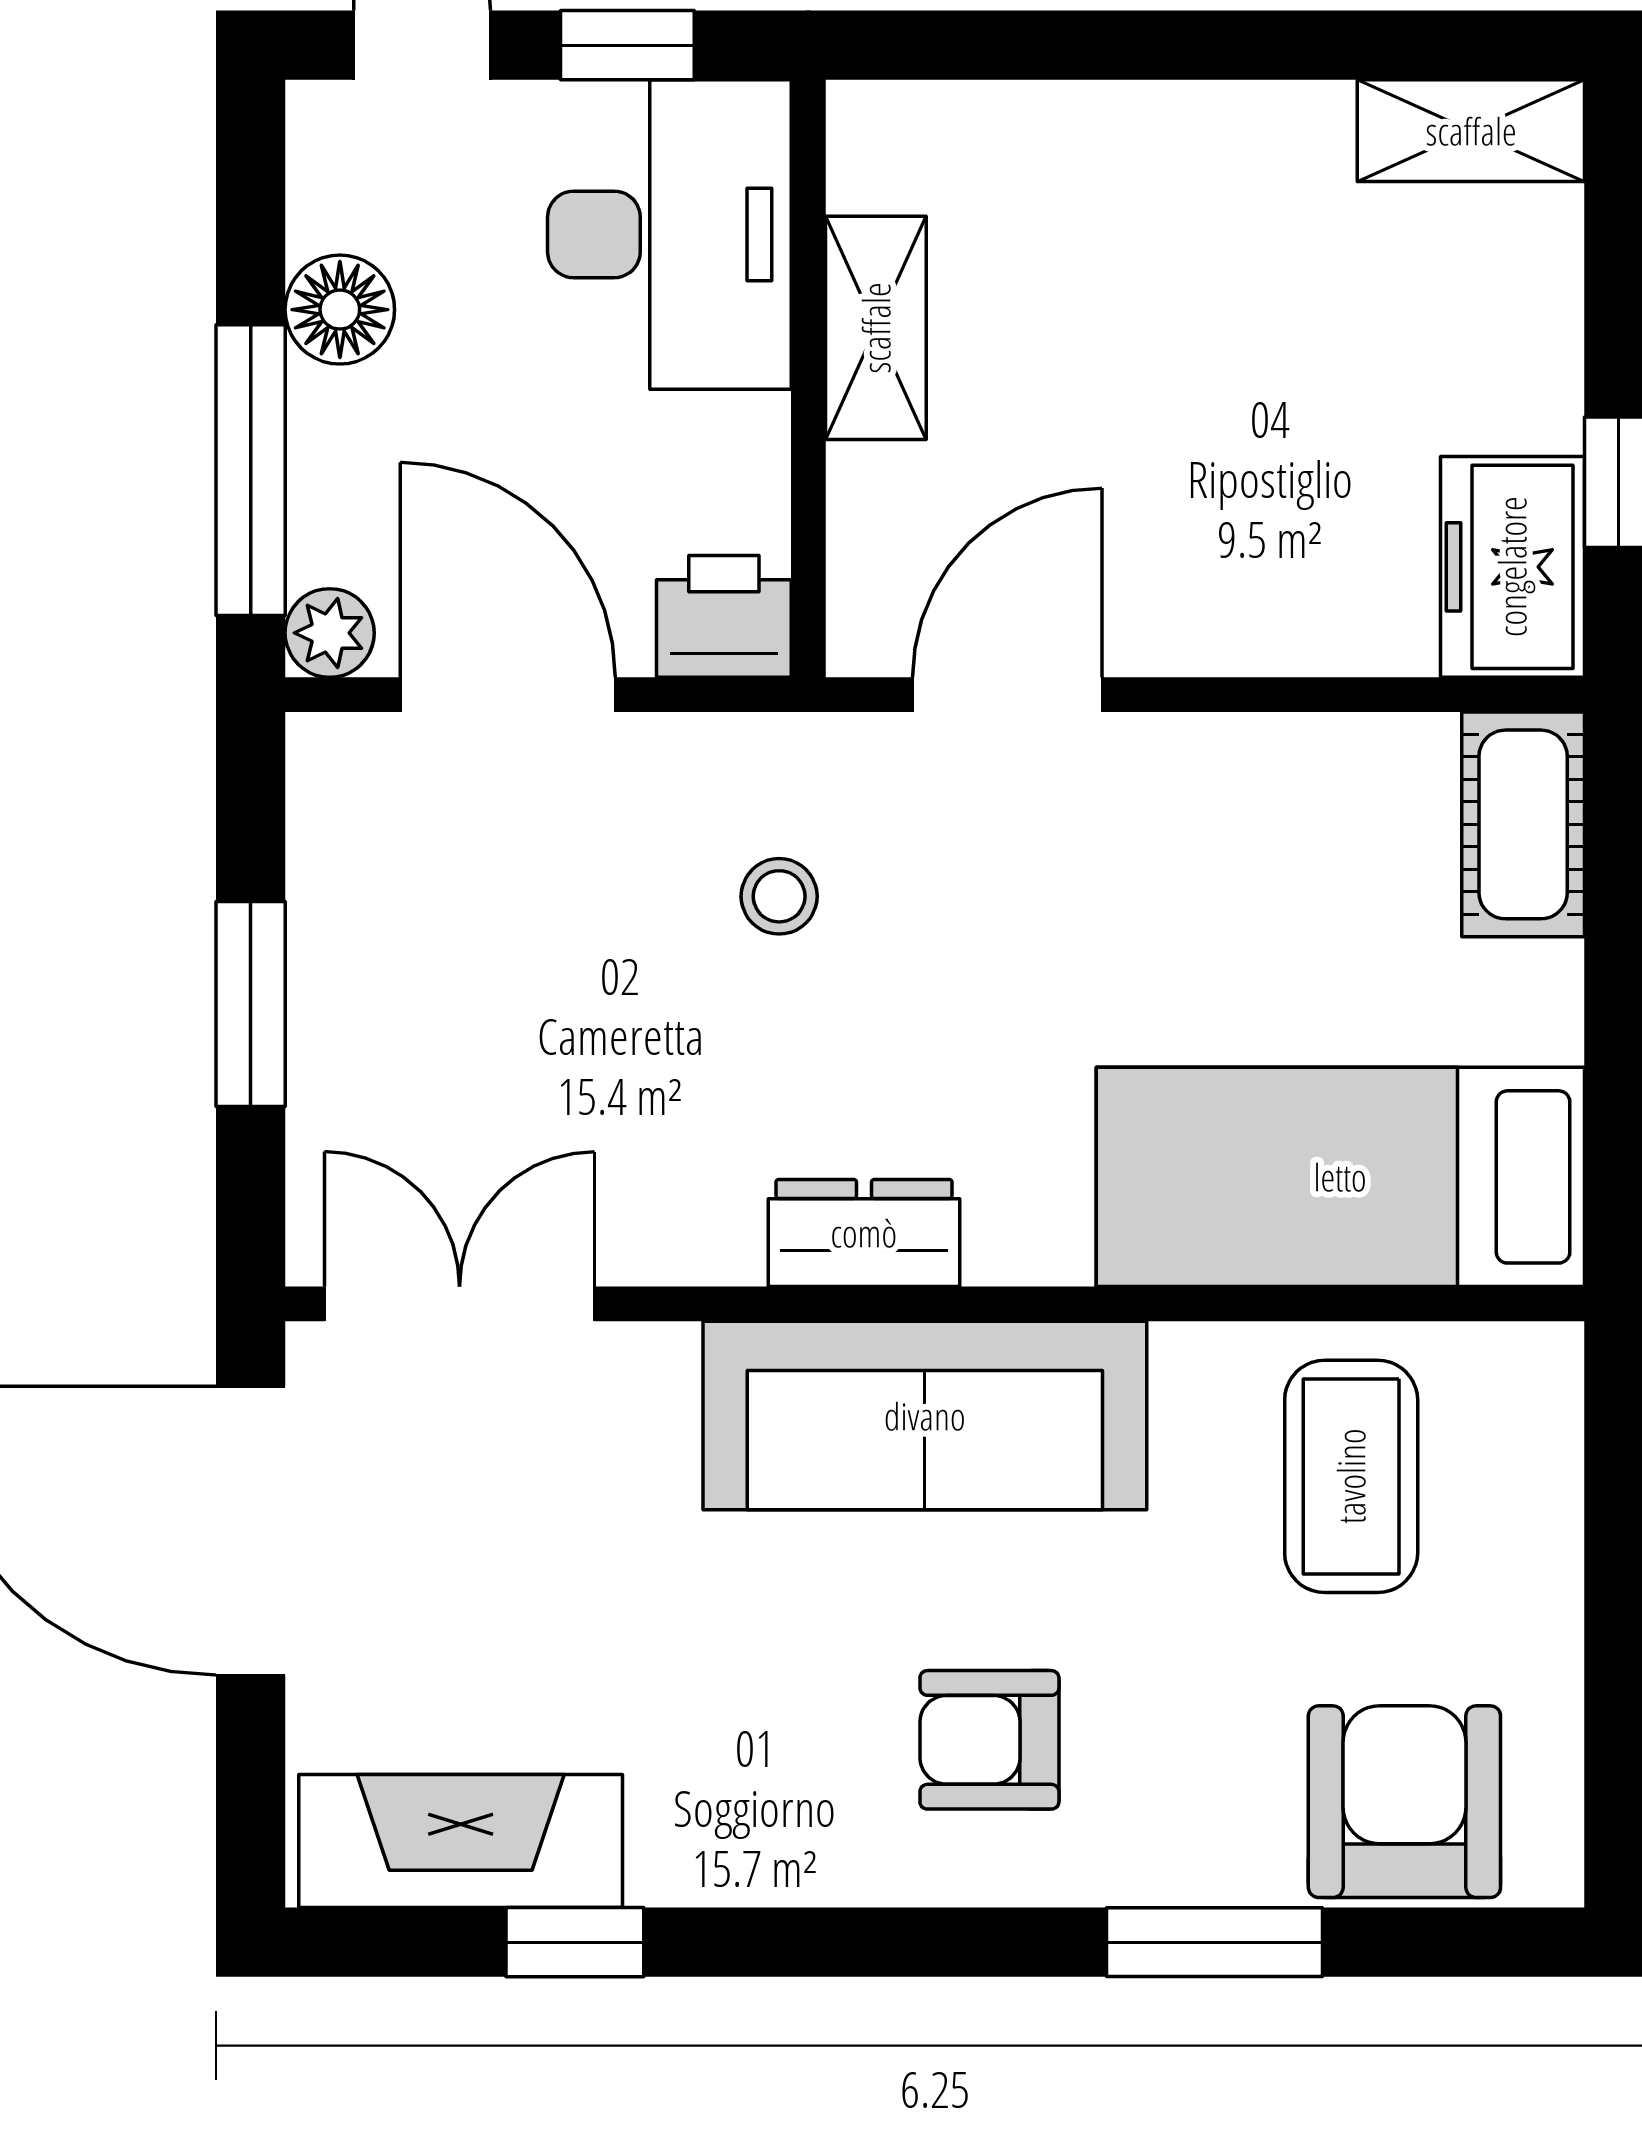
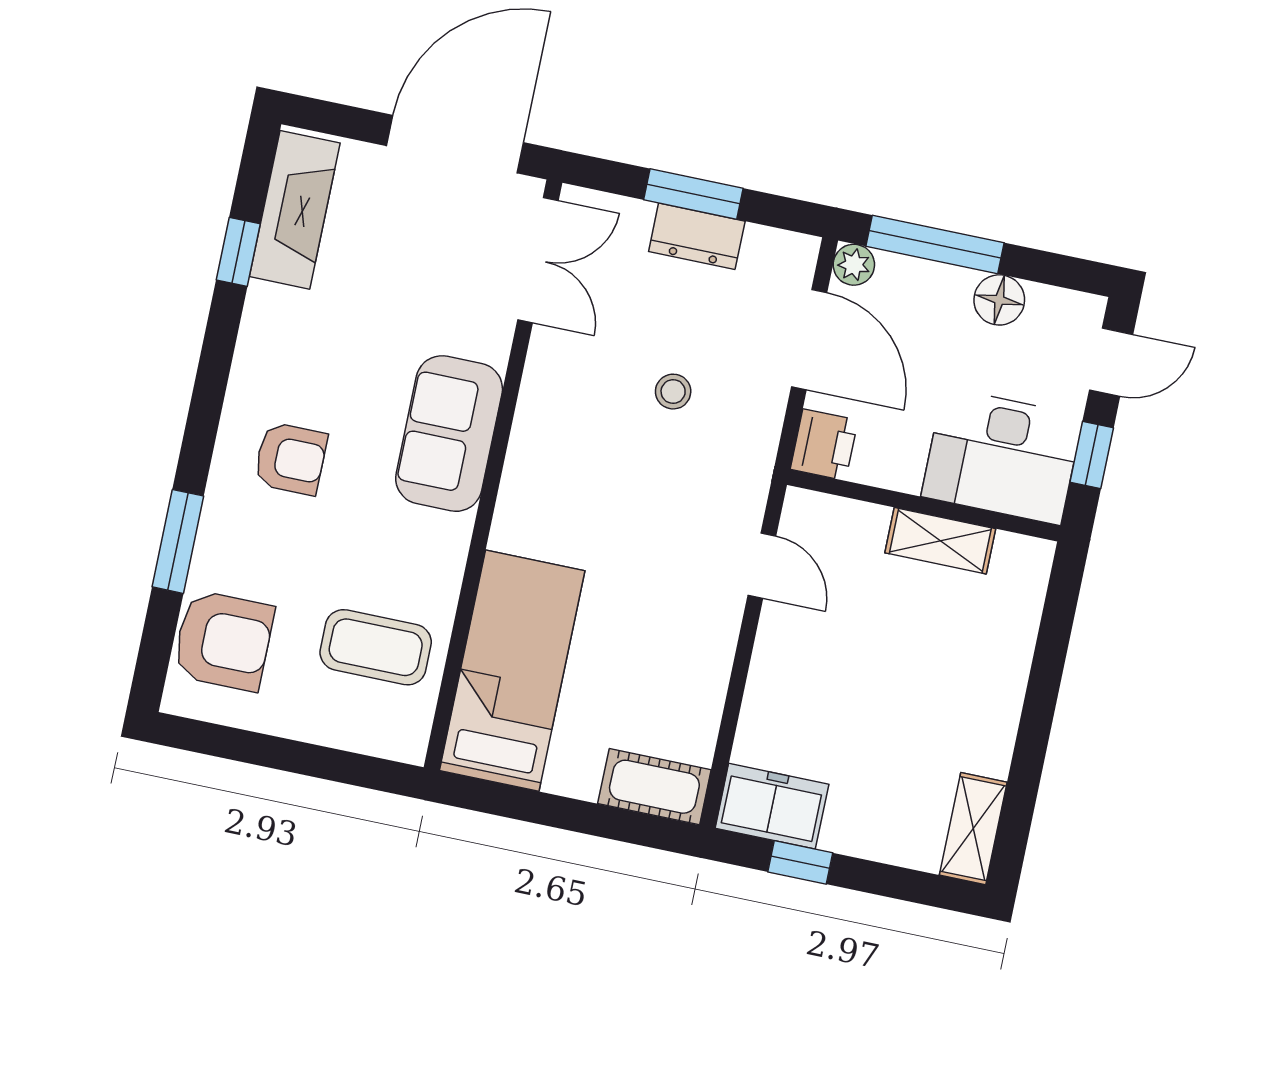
door: (508, 695) -> (809, 340), hinge flipped
door: (1007, 695) -> (762, 566), width x0.73
stool: (779, 896) -> (673, 392), moved
dresser: (864, 1233) -> (697, 236), moved, turned 90
sofa: (925, 1416) -> (449, 434), width x0.73
armchair: (989, 1740) -> (291, 459), turned 90

